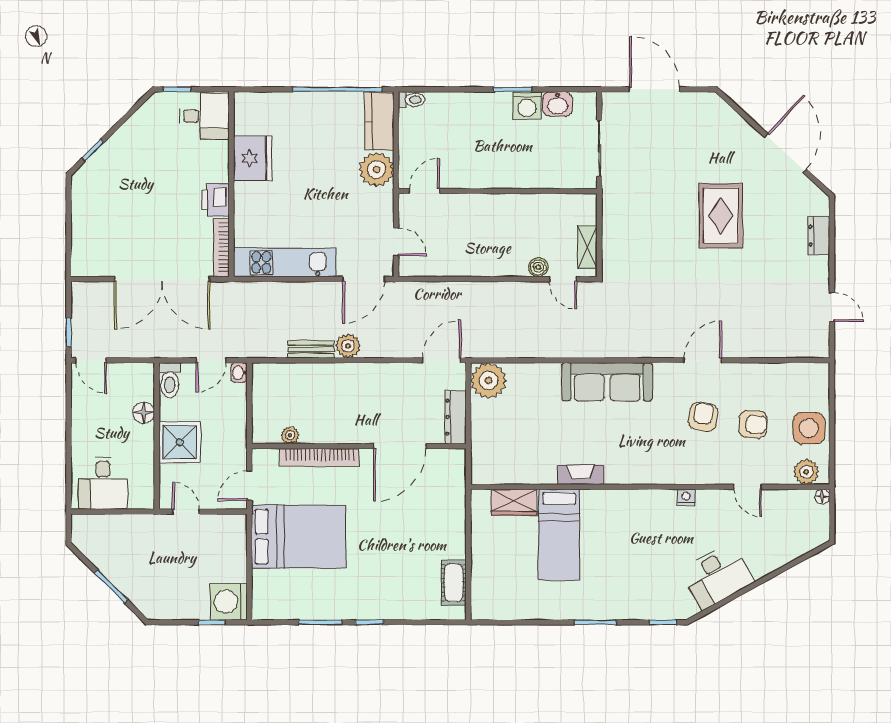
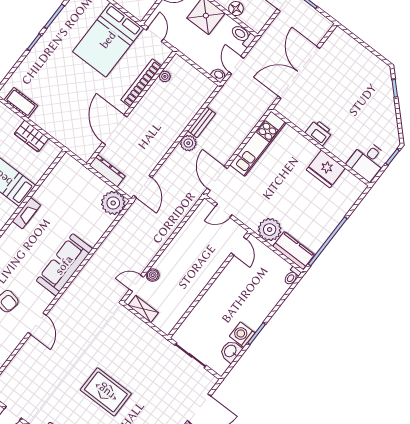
bookcase: (221, 247) -> (291, 116), removed
wardrobe: (514, 502) -> (31, 136), moved, turned -90

